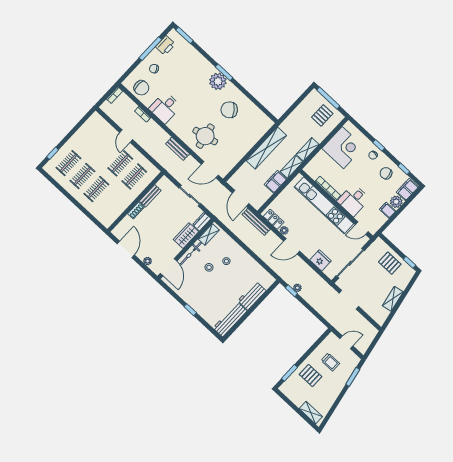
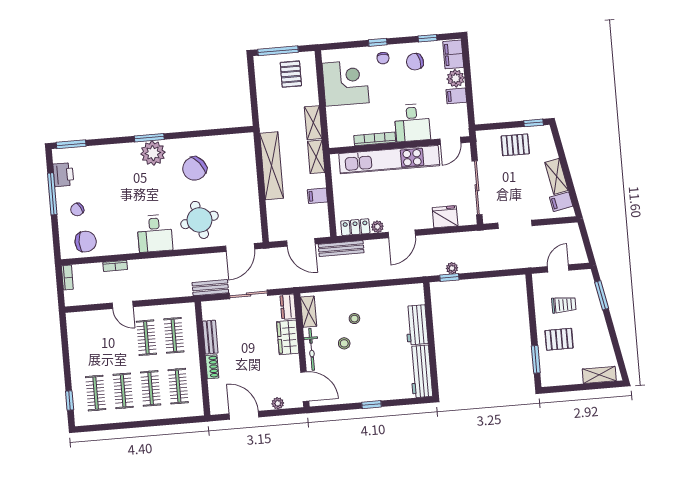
desk: (165, 108) -> (155, 233), moved
bench: (178, 149) -> (210, 288), moved
filing cabinet: (276, 182) -> (317, 196), width x0.50
clothes rail: (110, 202) -> (178, 386), added
filing cabinet: (382, 313) -> (561, 202), added

